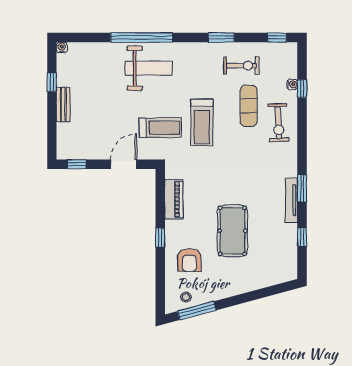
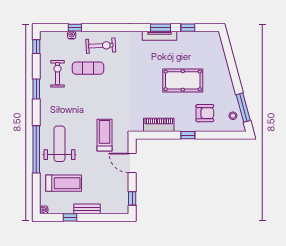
treadmill: (202, 122) -> (64, 183), moved
window: (302, 188) -> (161, 28), moved

